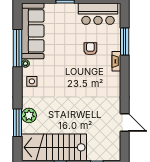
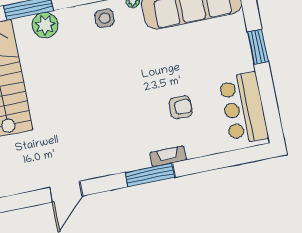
window: (125, 41) -> (150, 175), moved

